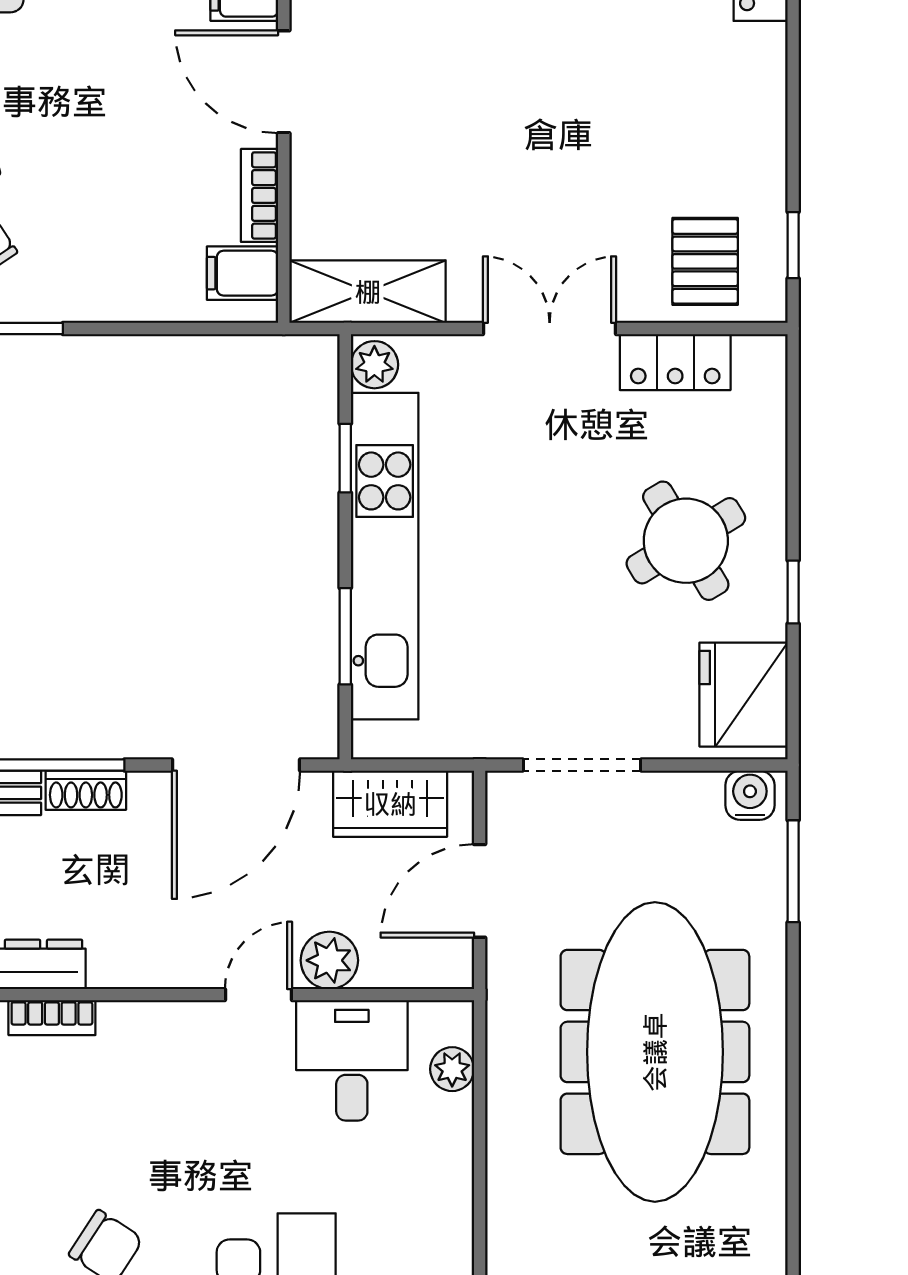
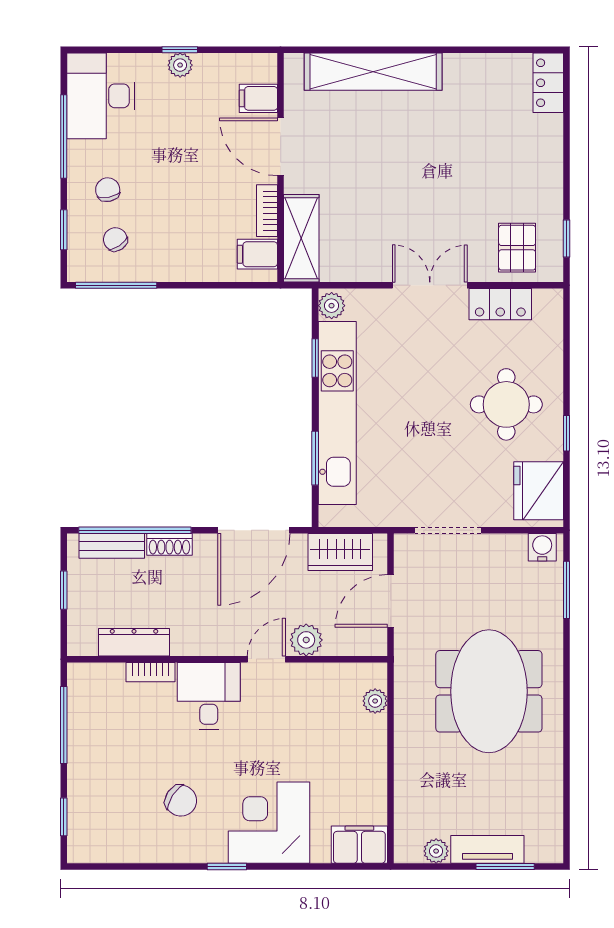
shelving: (368, 292) -> (301, 238), moved, turned 90
round table: (686, 541) -> (506, 404), turned 31
meeting table: (655, 1052) -> (489, 691), width x0.73
desk: (352, 1060) -> (209, 696), moved

